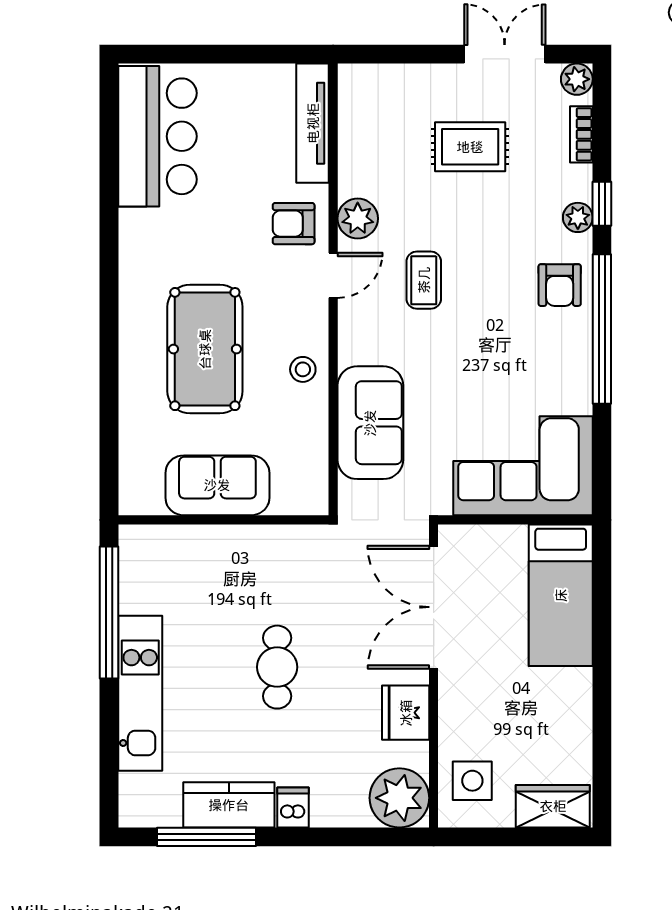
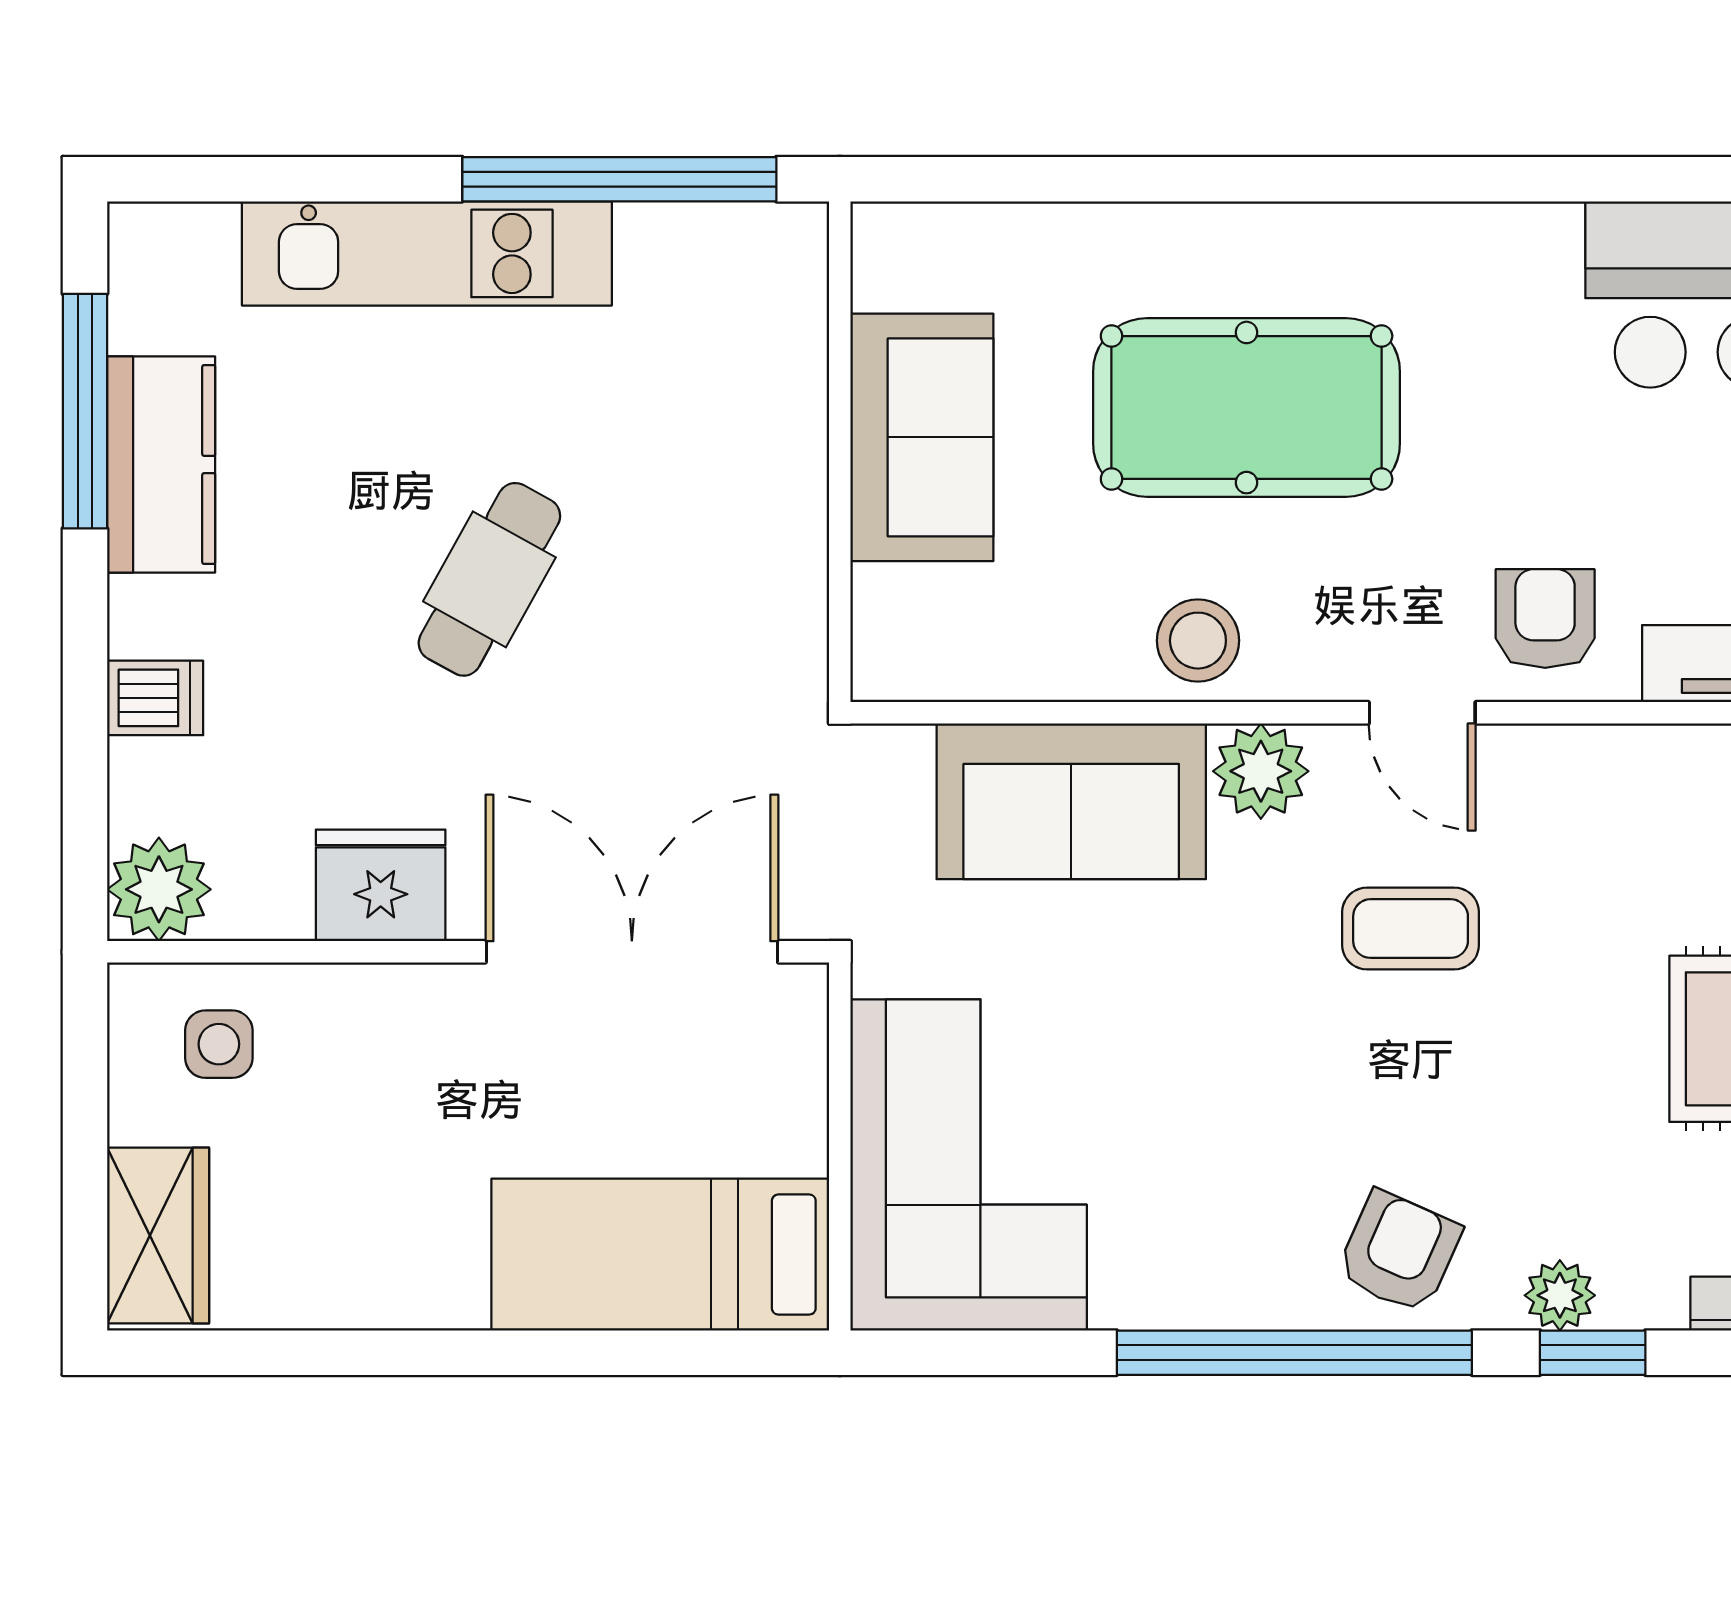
plant: (358, 219) -> (1261, 771), moved
armchair: (560, 285) -> (1399, 1252), turned 114
stool: (303, 369) -> (1198, 641), width x1.37, depth x1.37
cafe table: (277, 667) -> (489, 579), turned -61
side table: (472, 781) -> (219, 1044), width x0.73, depth x0.73
plant: (399, 798) -> (159, 889), width x0.73, depth x0.73
dishwasher: (293, 807) -> (155, 698), moved

